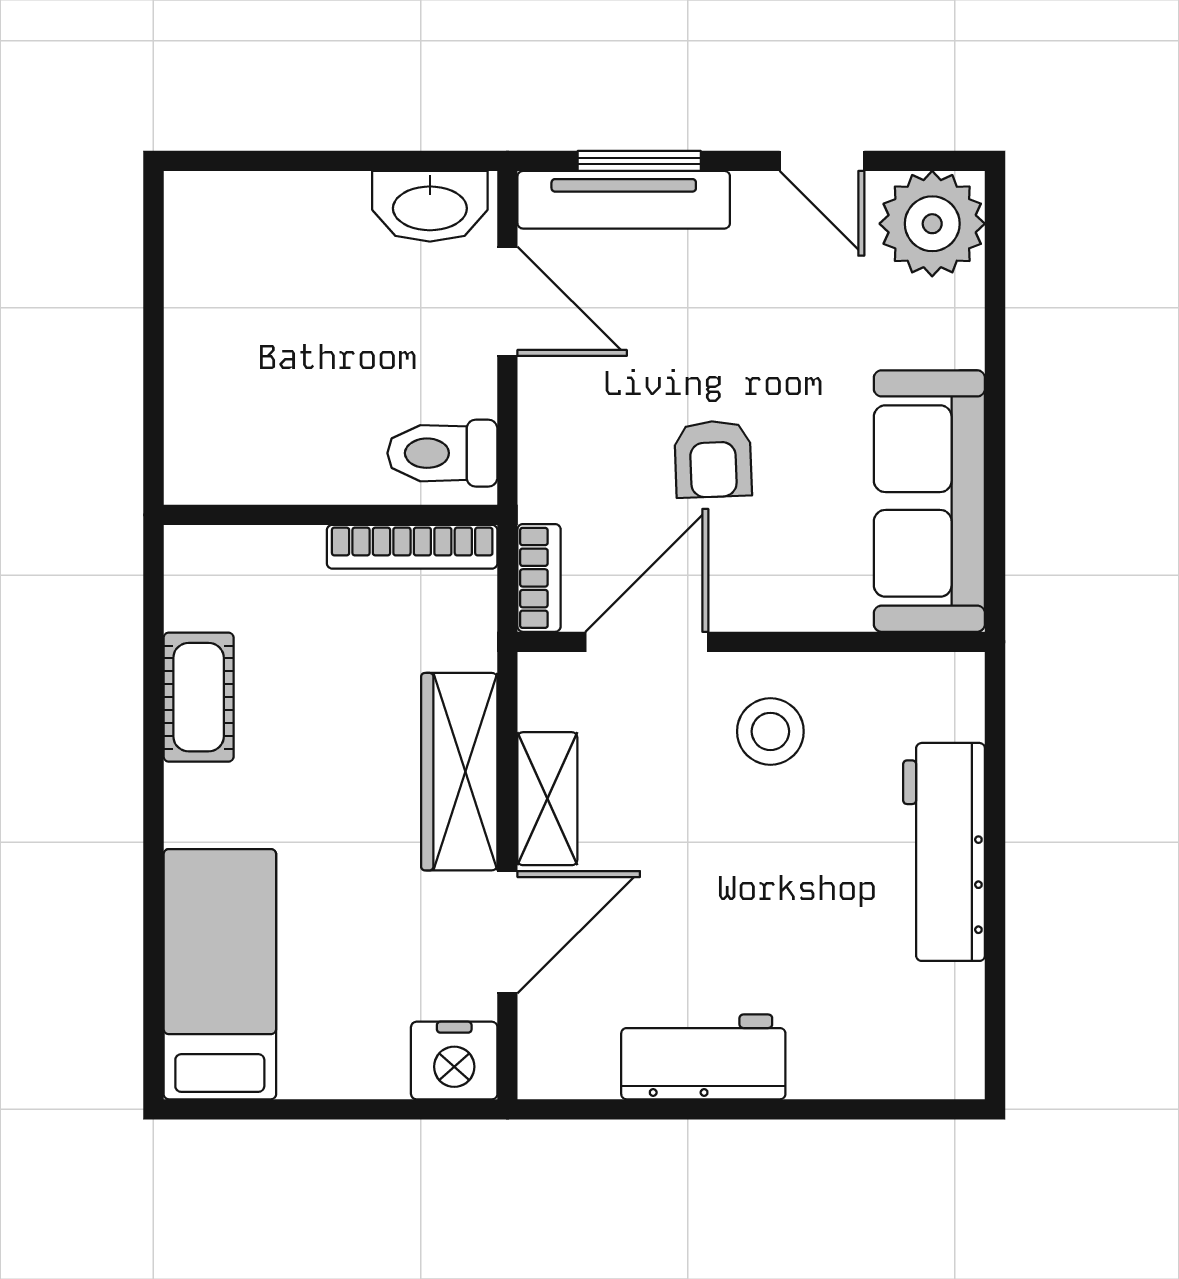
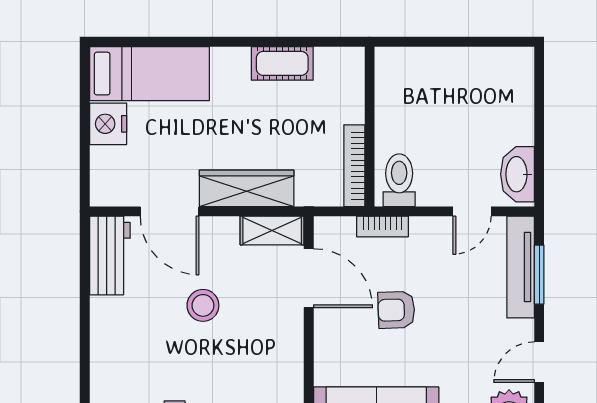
door: (507, 301) -> (472, 211), width x0.73
bookcase: (539, 578) -> (382, 227), moved
stool: (770, 731) -> (203, 305), moved
shelving: (547, 799) -> (272, 231), moved
workbench: (703, 1057) -> (110, 256), moved
nightstand: (454, 1061) -> (108, 124), moved

